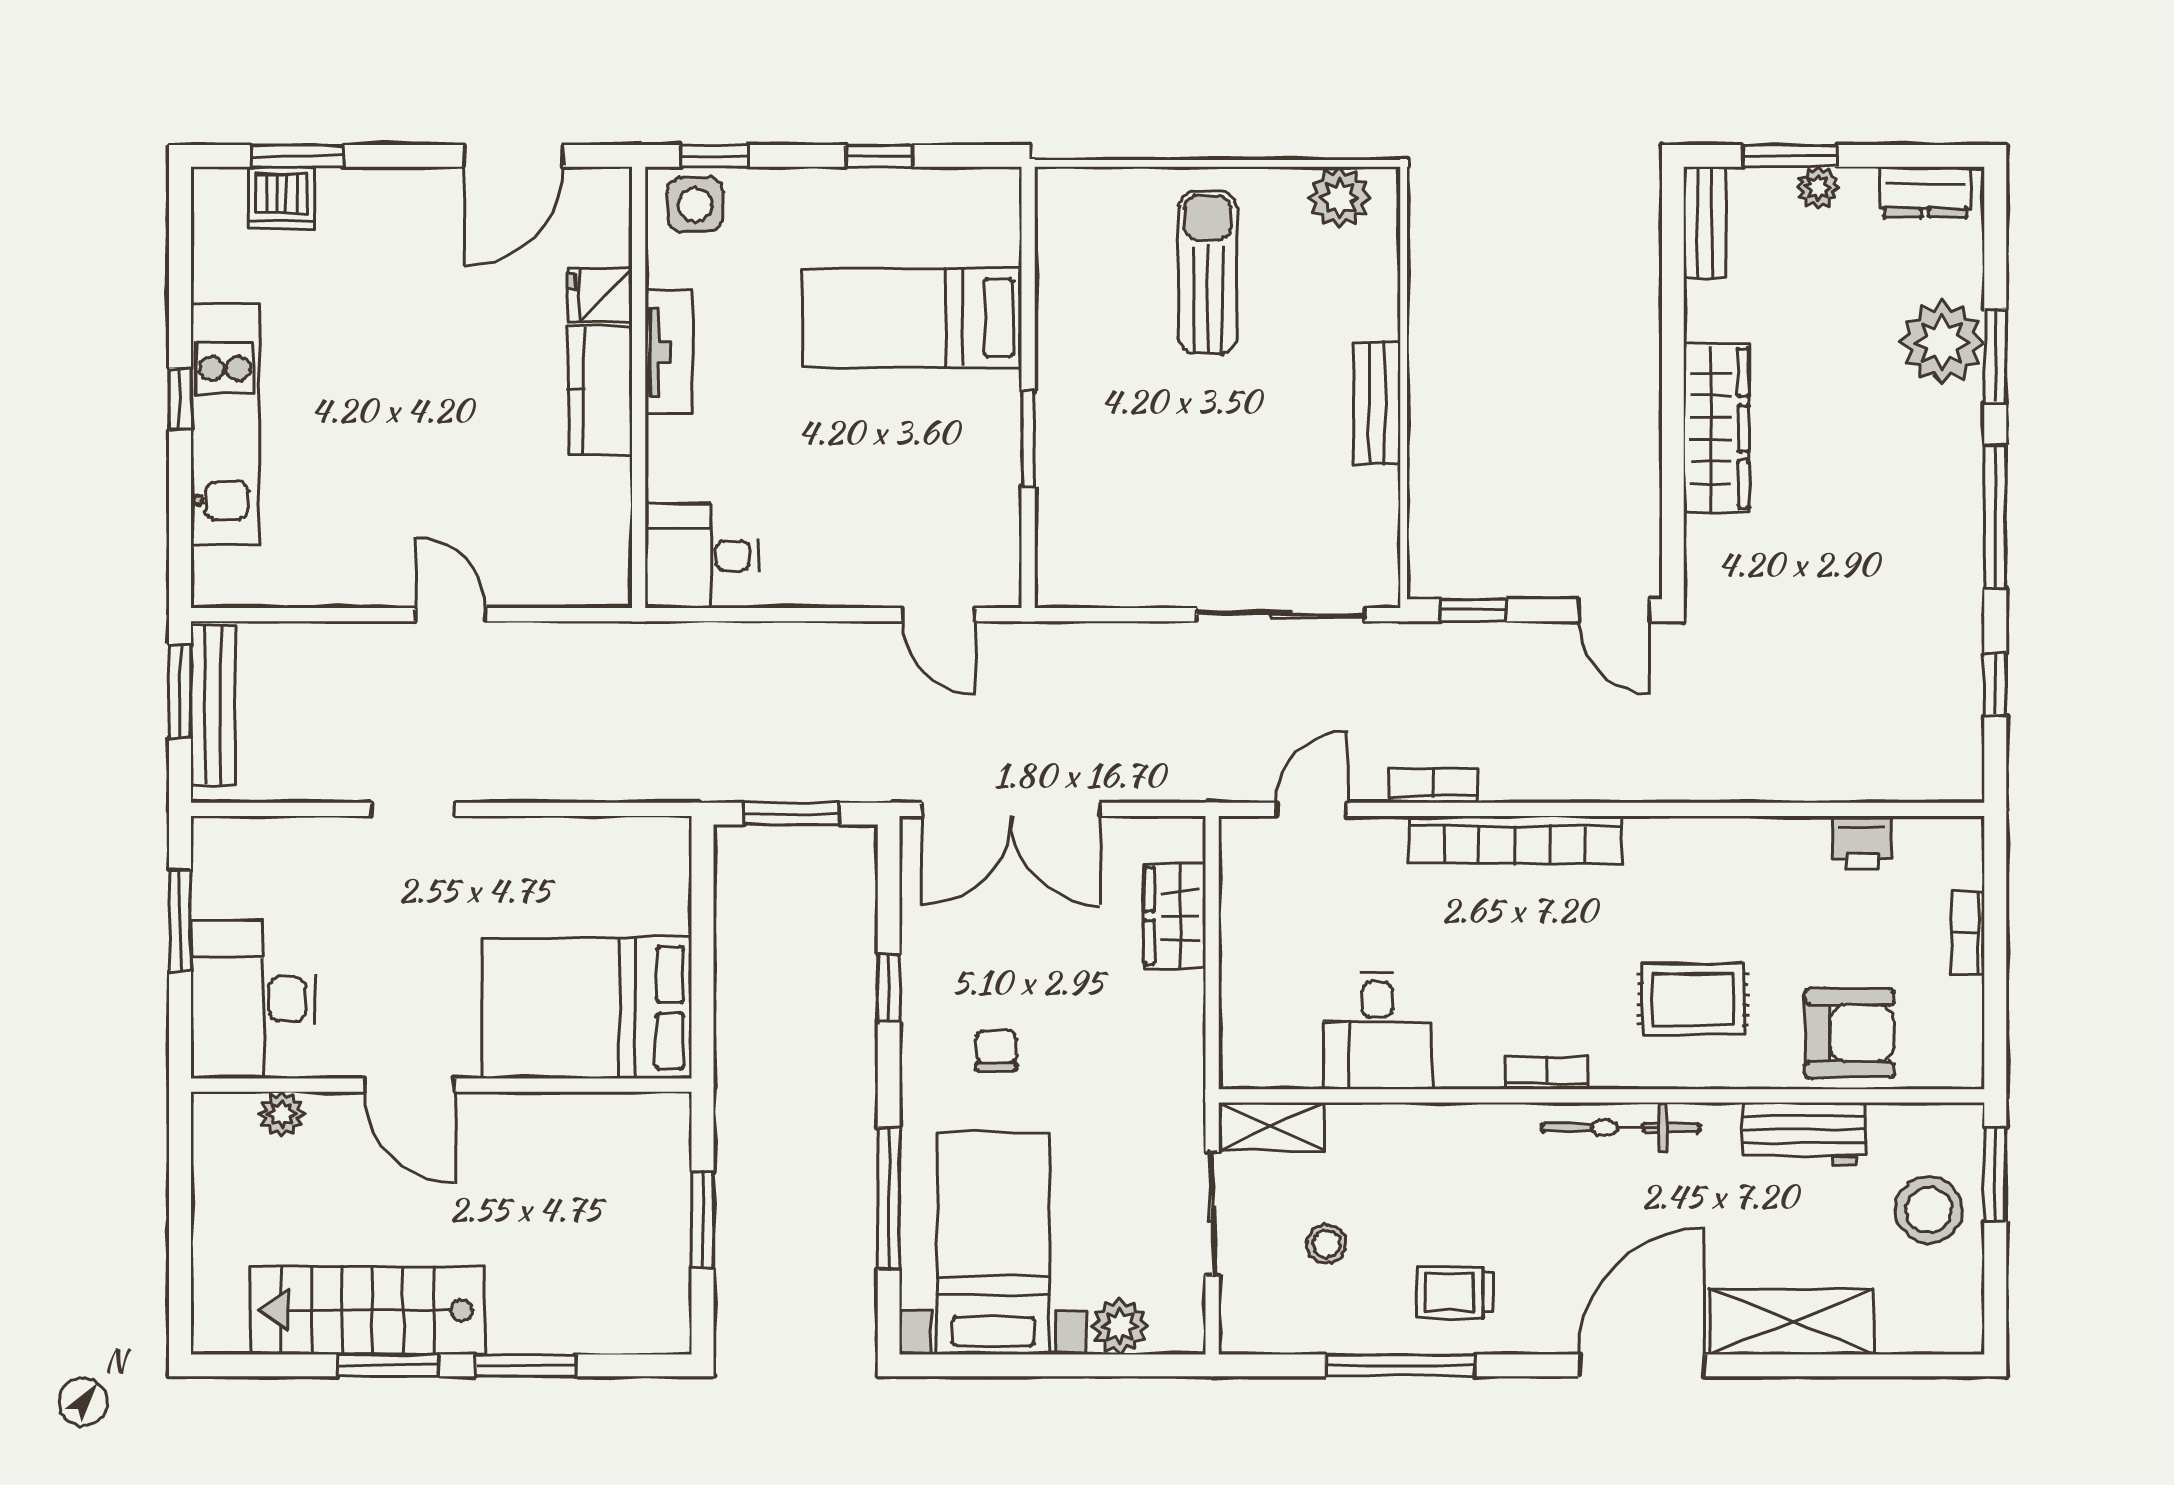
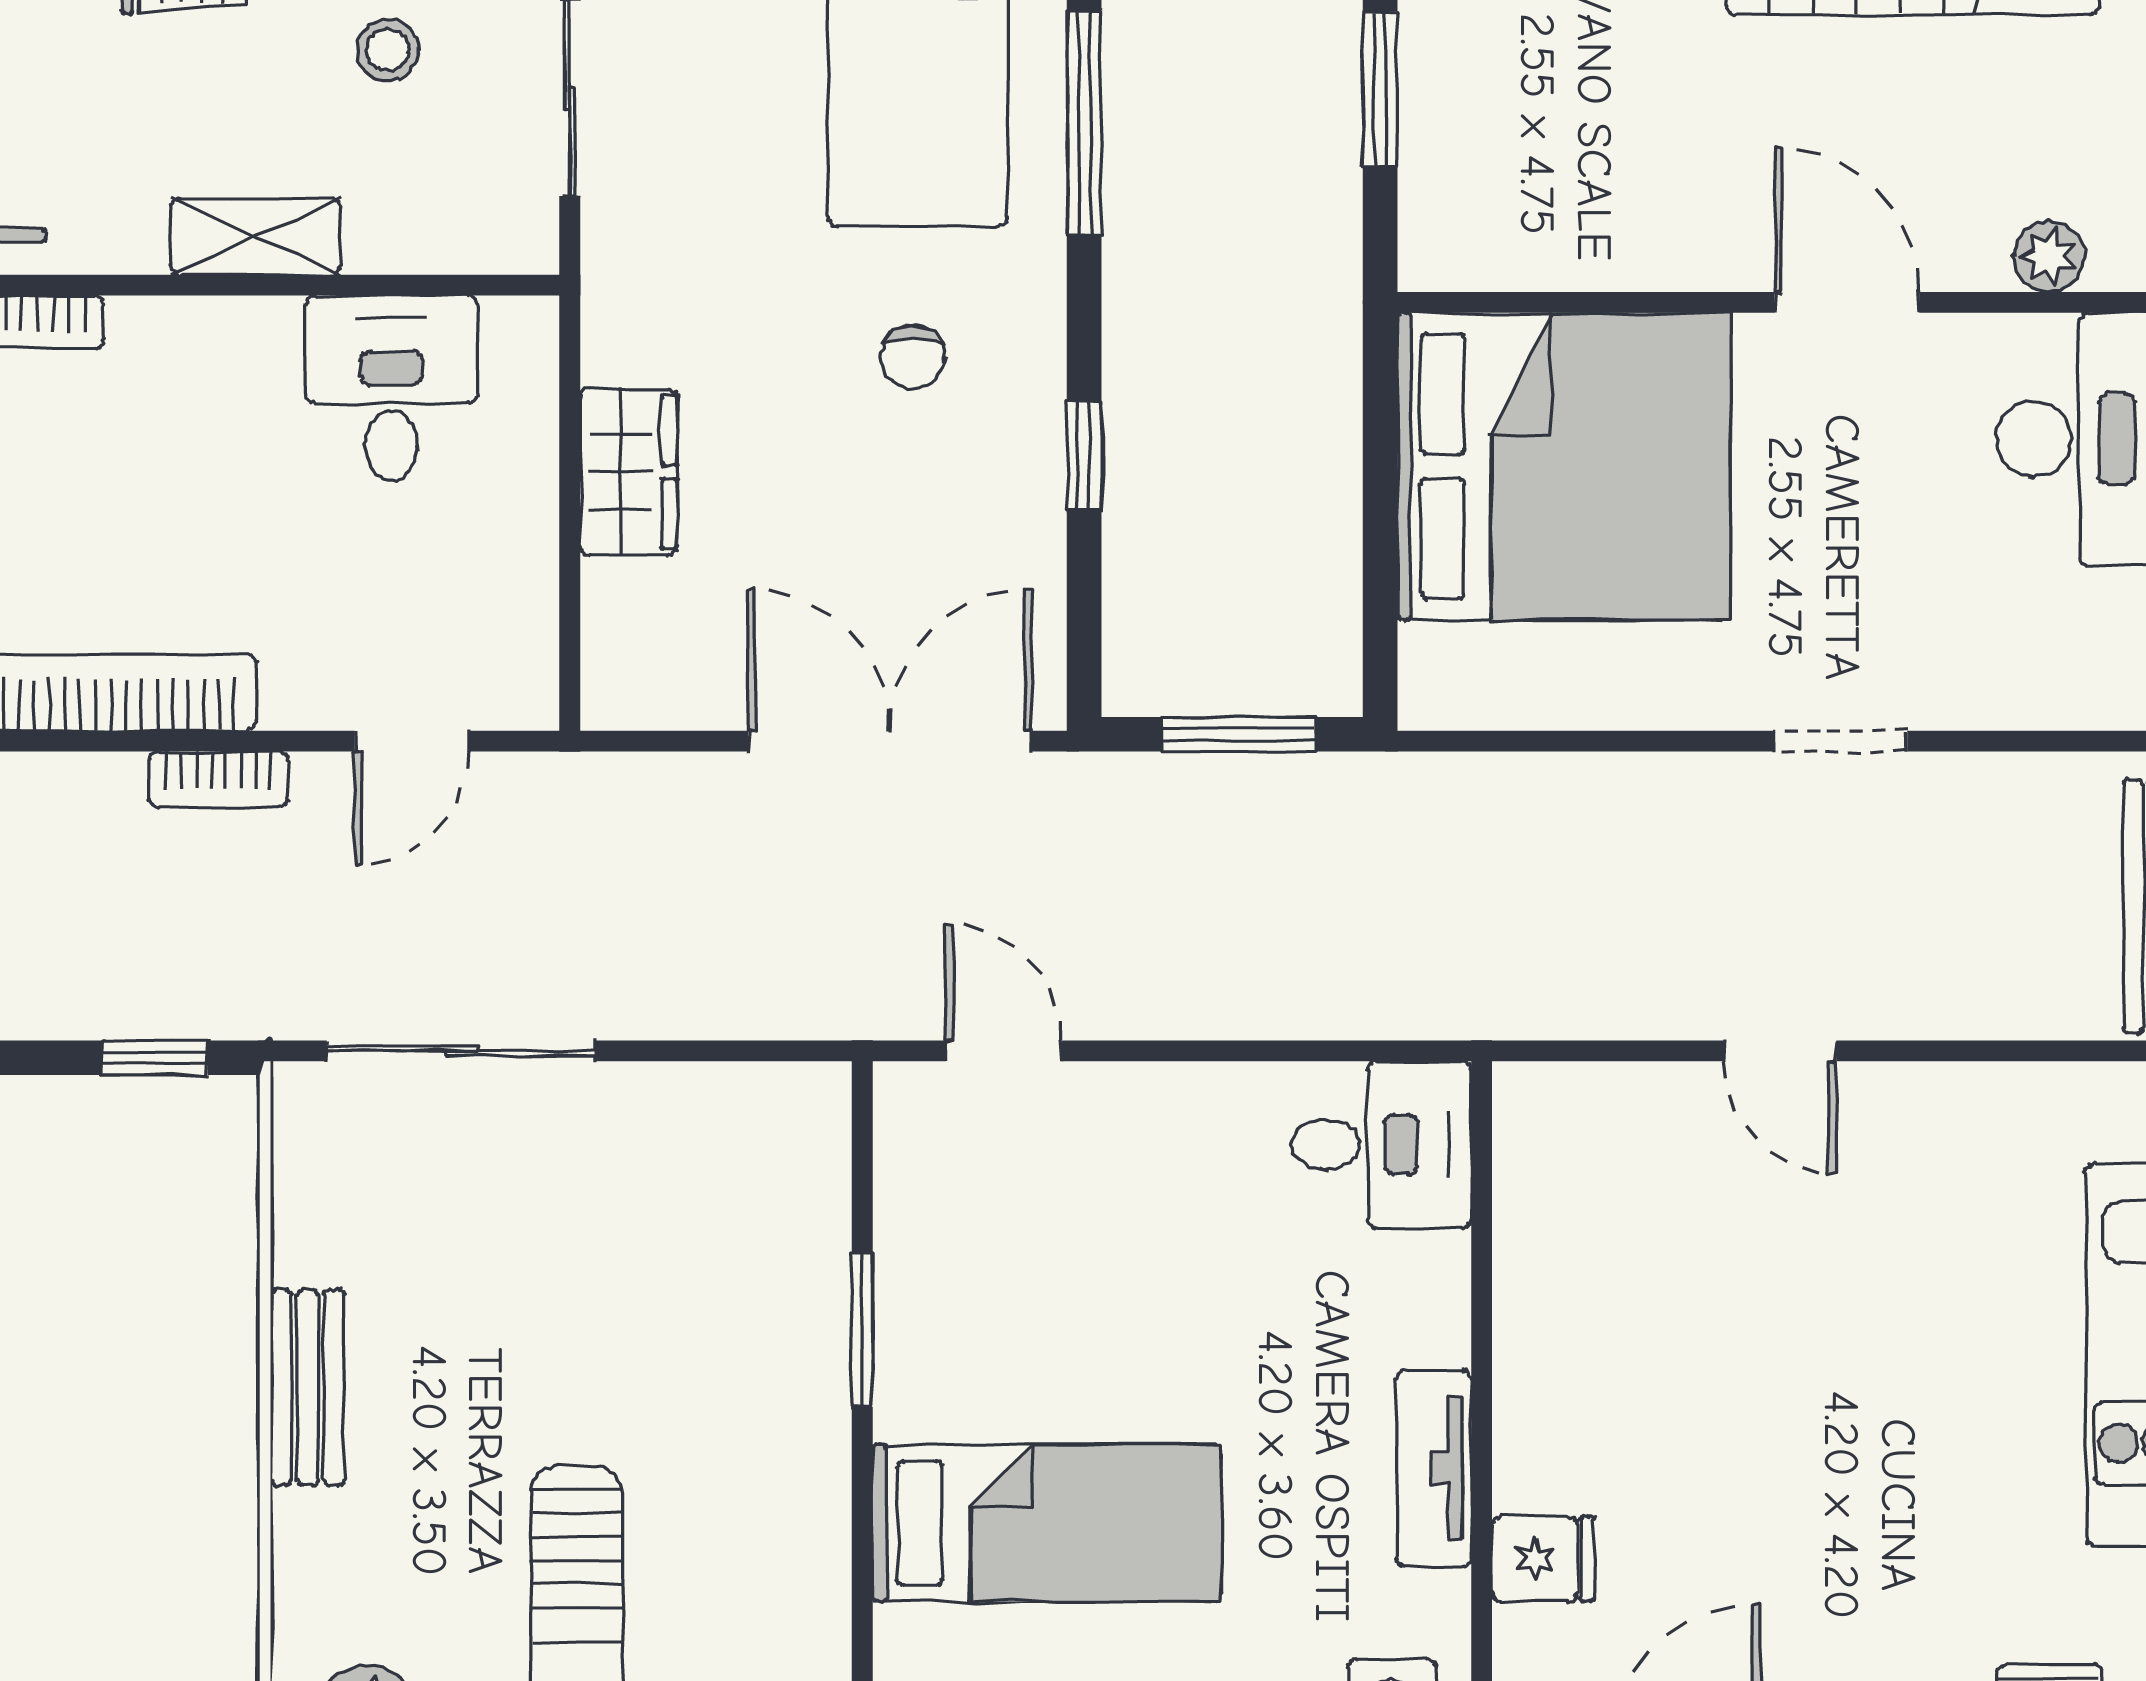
kitchen counter: (600, 391) -> (1543, 1407), removed
wardrobe: (1175, 916) -> (629, 472), moved
bed: (587, 1008) -> (1564, 466), width x1.36
desk: (1377, 1031) -> (392, 388), moved
shelving: (1272, 1126) -> (256, 237), moved

